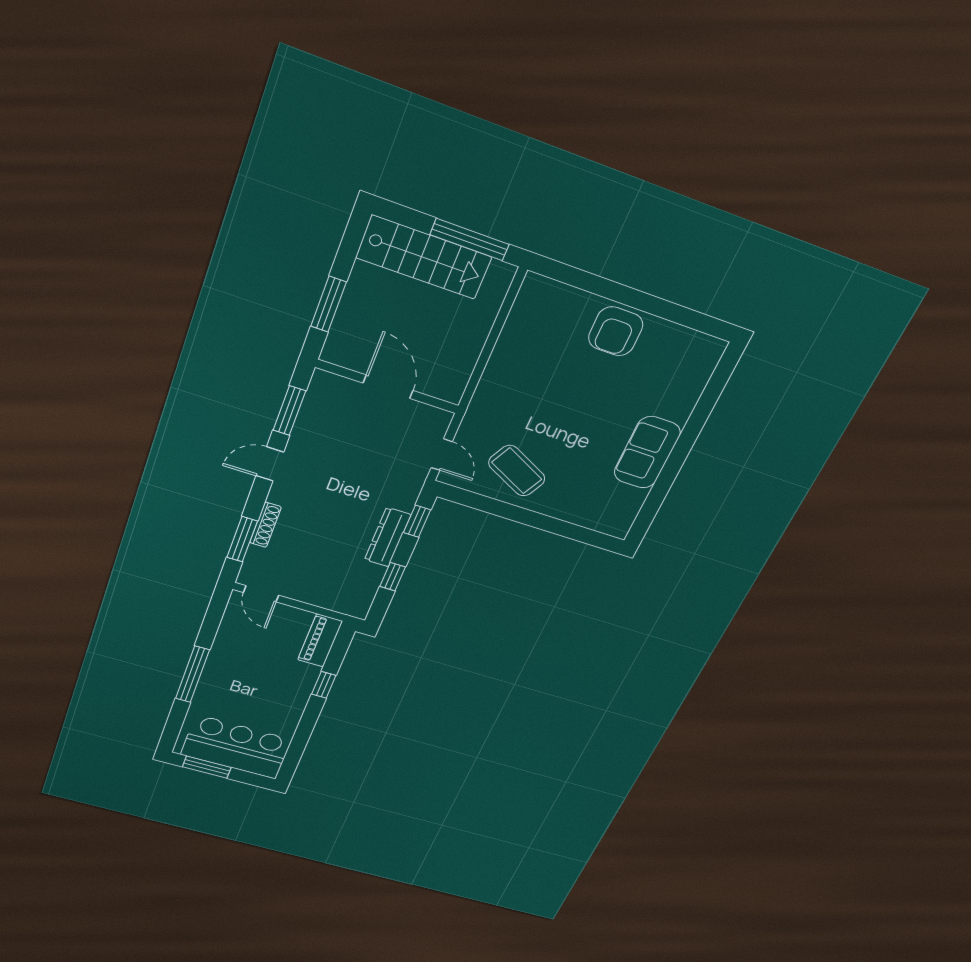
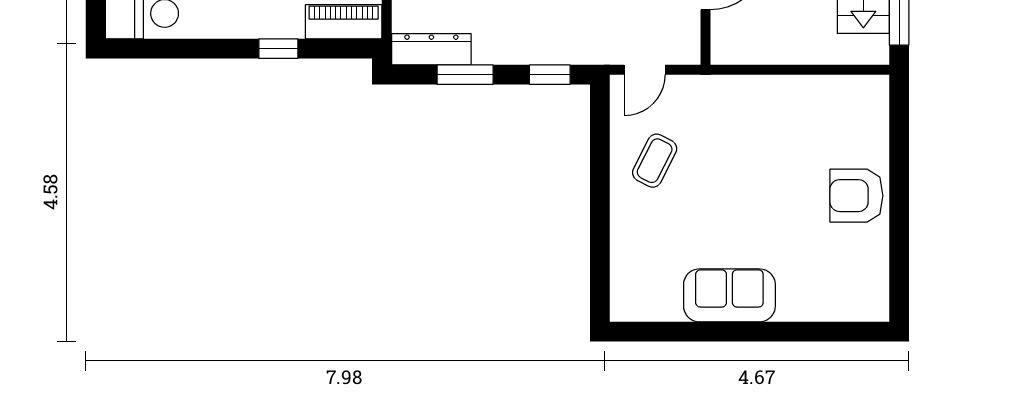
coffee table: (517, 471) -> (655, 161), width x0.73, depth x0.77
dresser: (388, 537) -> (431, 49), moved
window: (393, 577) -> (465, 75), width x1.50

